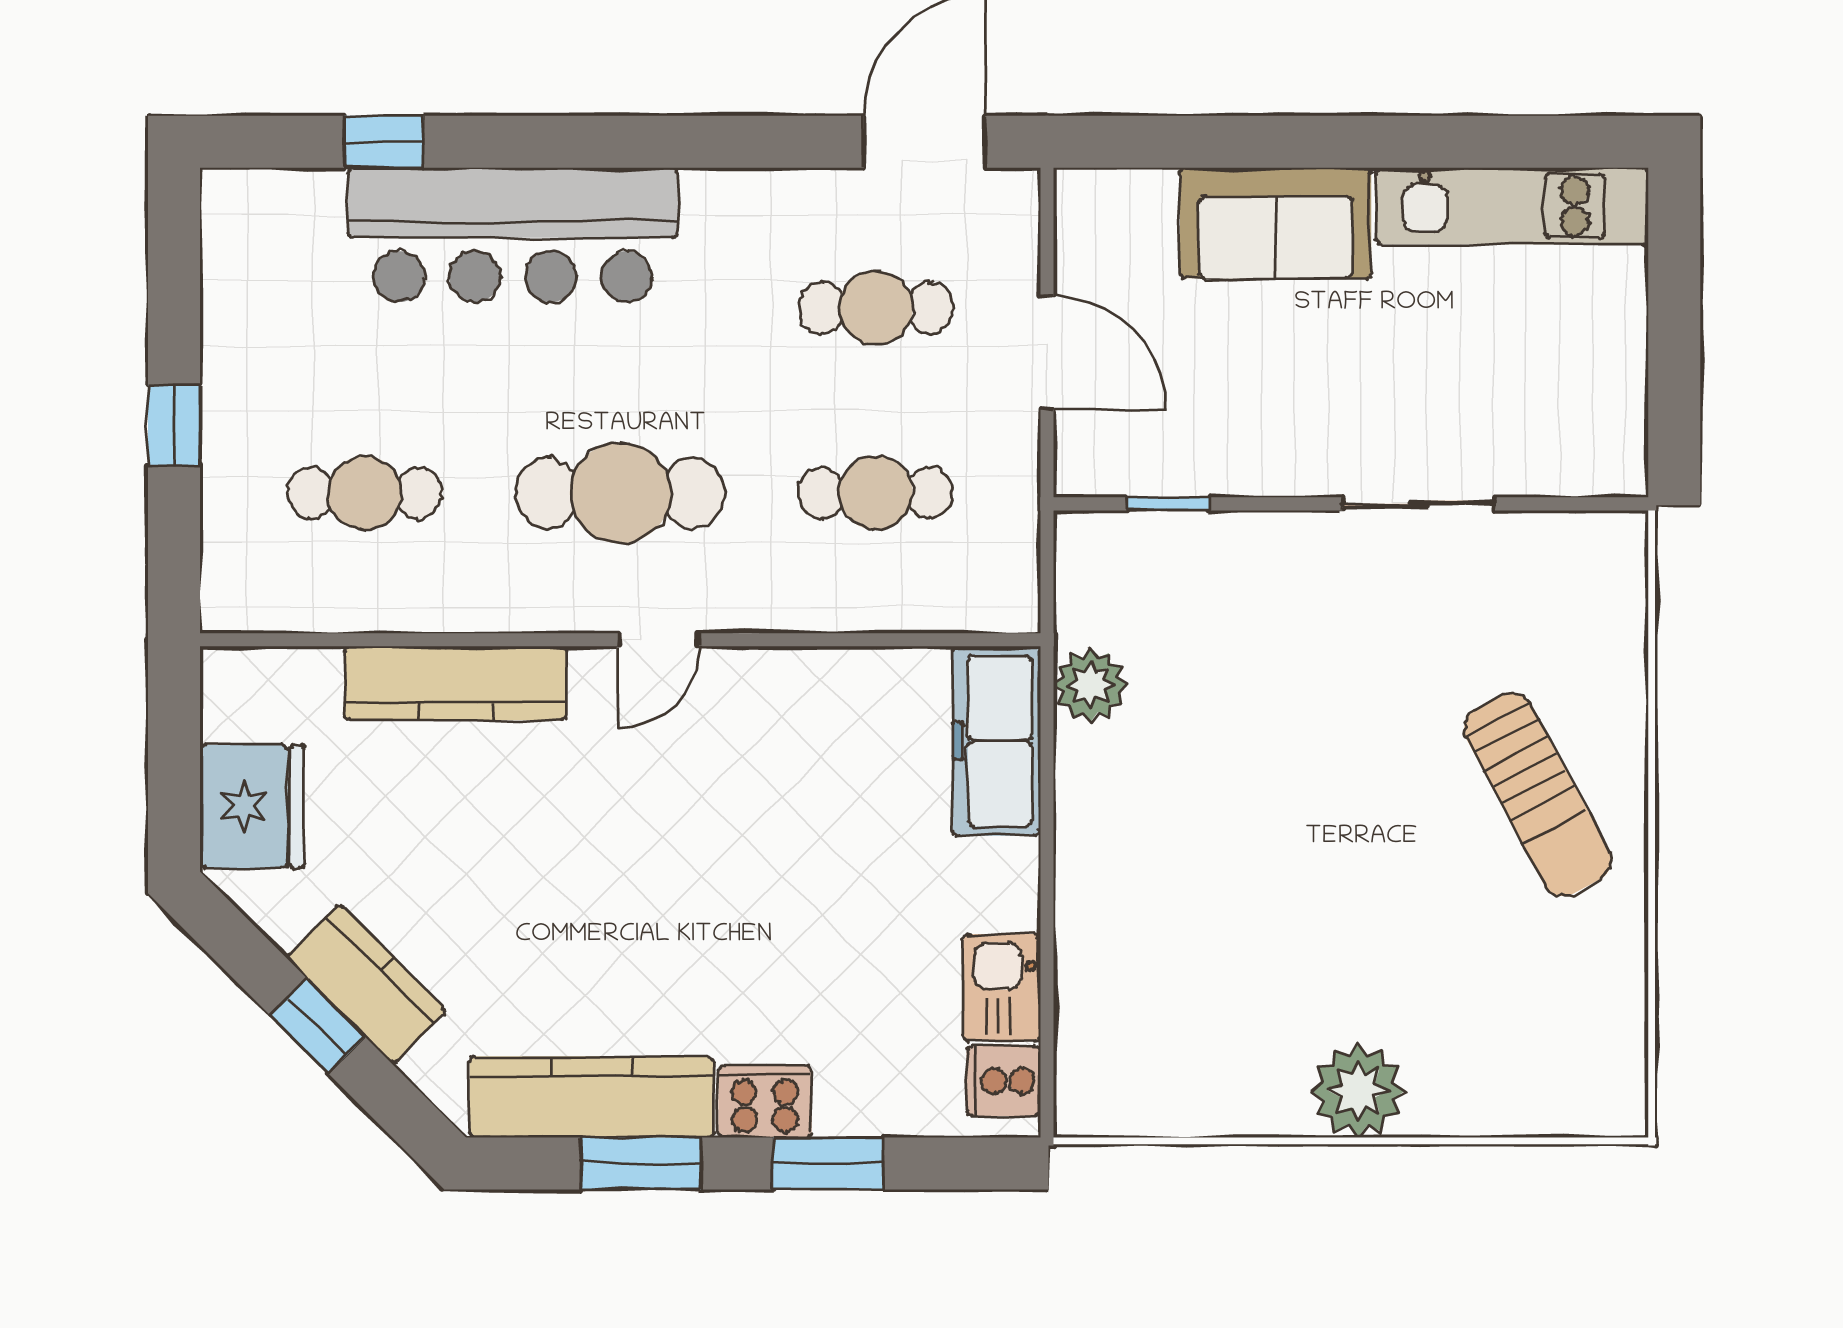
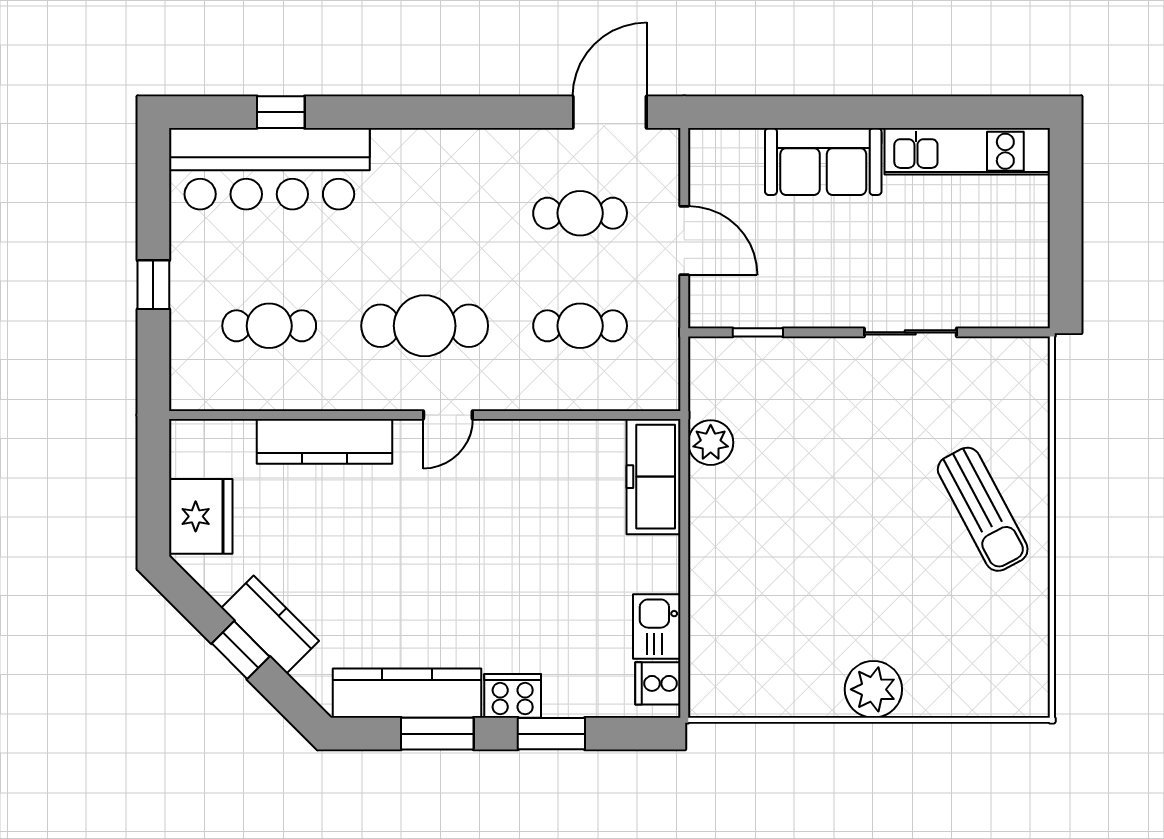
bar counter: (513, 235) -> (269, 169), moved

